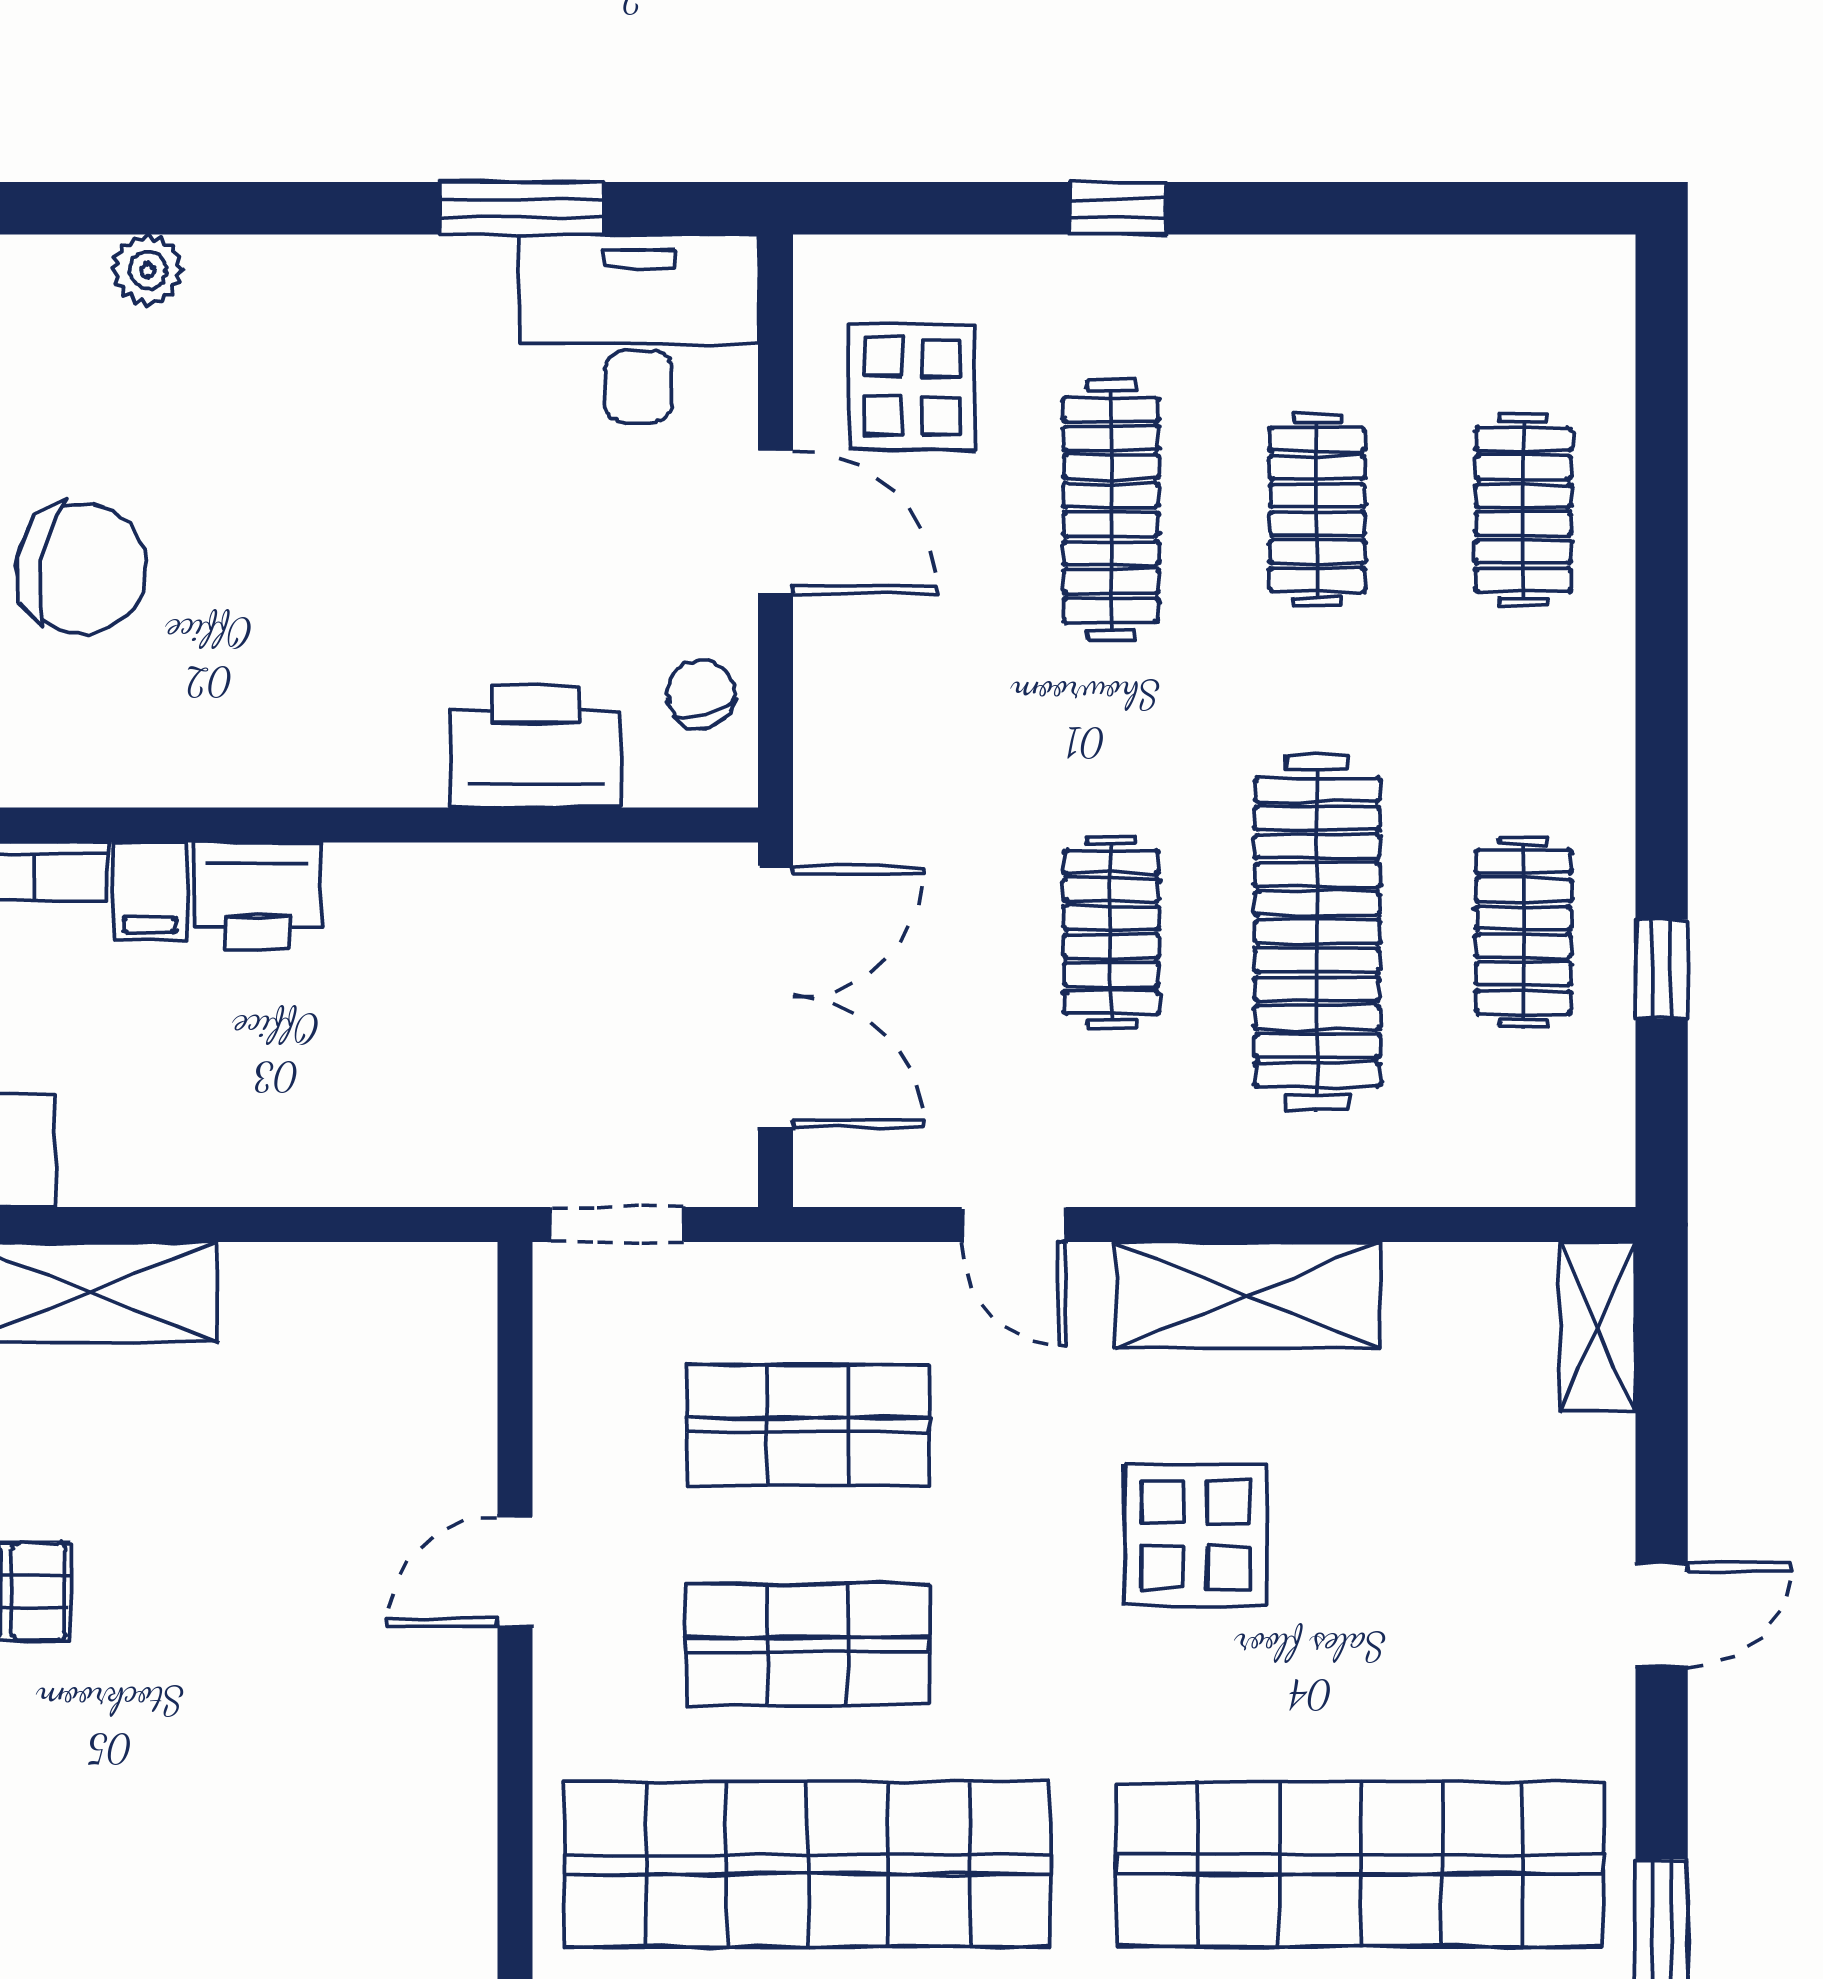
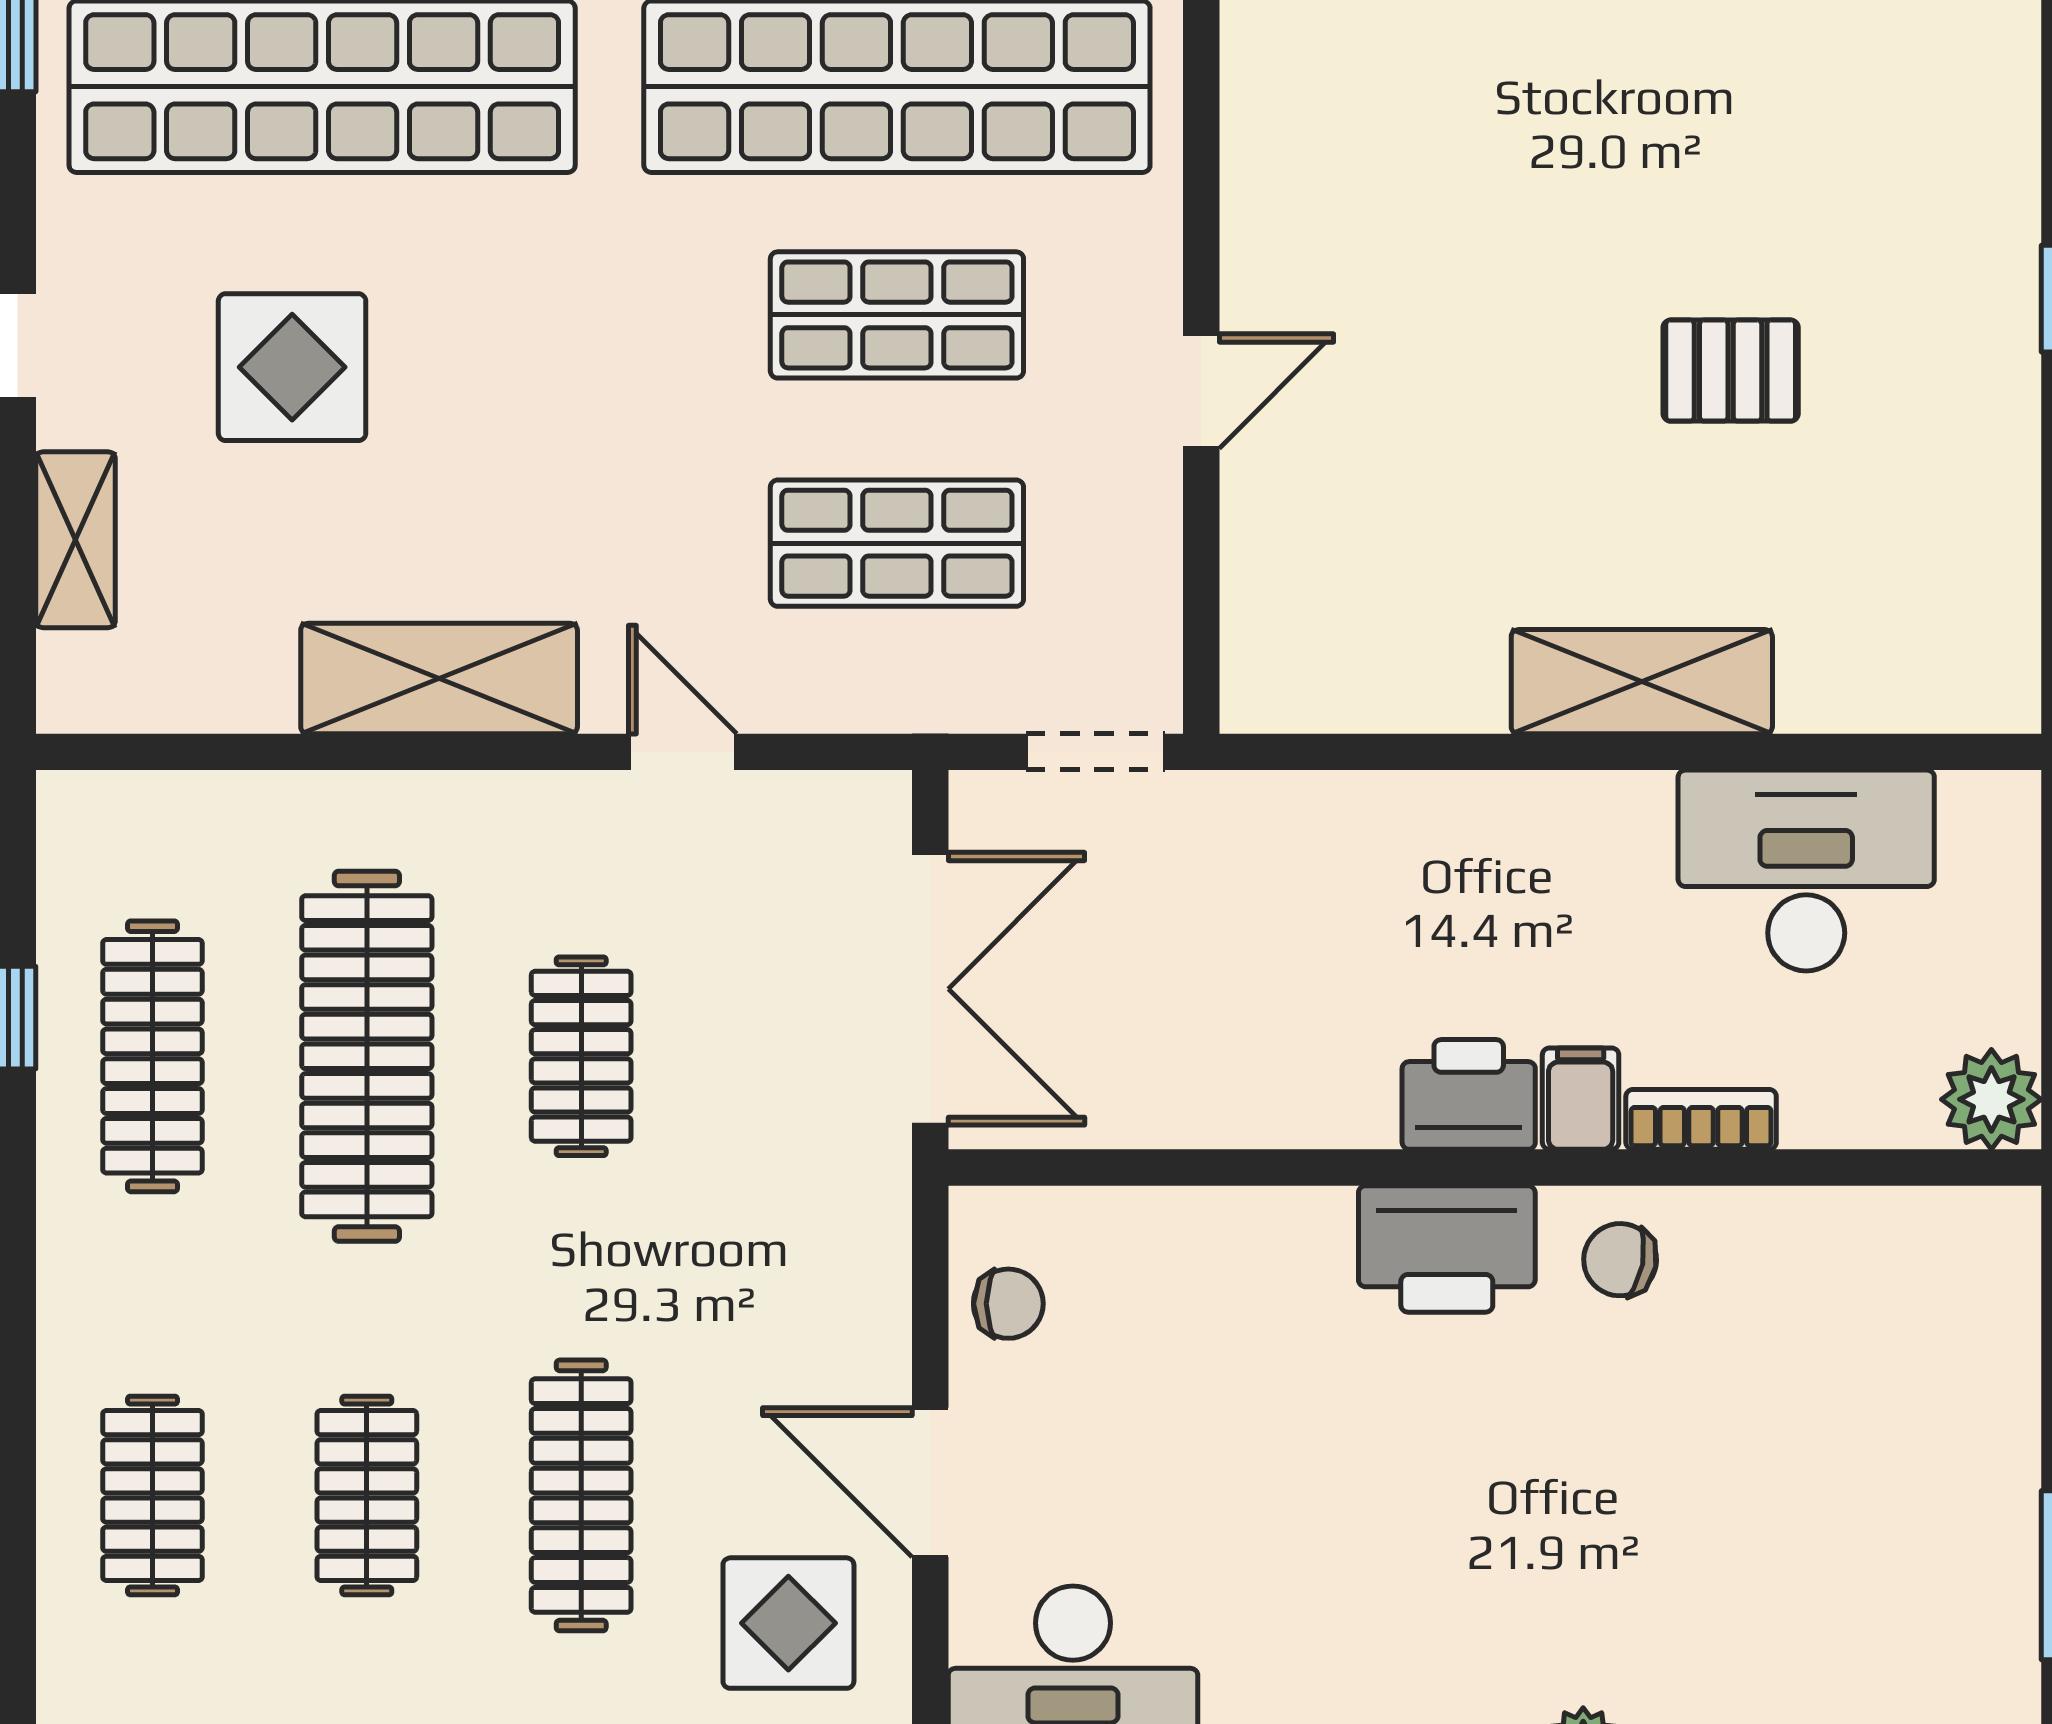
chair: (81, 568) -> (1620, 1260), moved, width x0.54, depth x0.54
chair: (701, 694) -> (1008, 1304), turned -74
printer: (536, 747) -> (1447, 1249), moved
clothes rail: (1523, 932) -> (152, 1056), width x1.36
double door: (776, 997) -> (930, 989), swing flipped
shelving: (1597, 1327) -> (75, 540), moved
display table: (1195, 1535) -> (292, 367), moved

